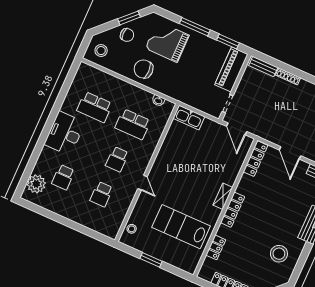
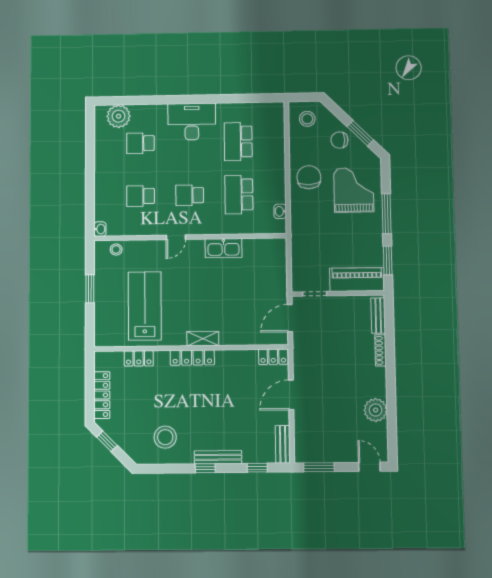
chair: (127, 35) -> (339, 140), turned 90
kitchen sink: (189, 117) -> (223, 248), moved, turned -90
locker: (256, 159) -> (273, 357), width x0.66
washbasin: (112, 234) -> (100, 229), added

